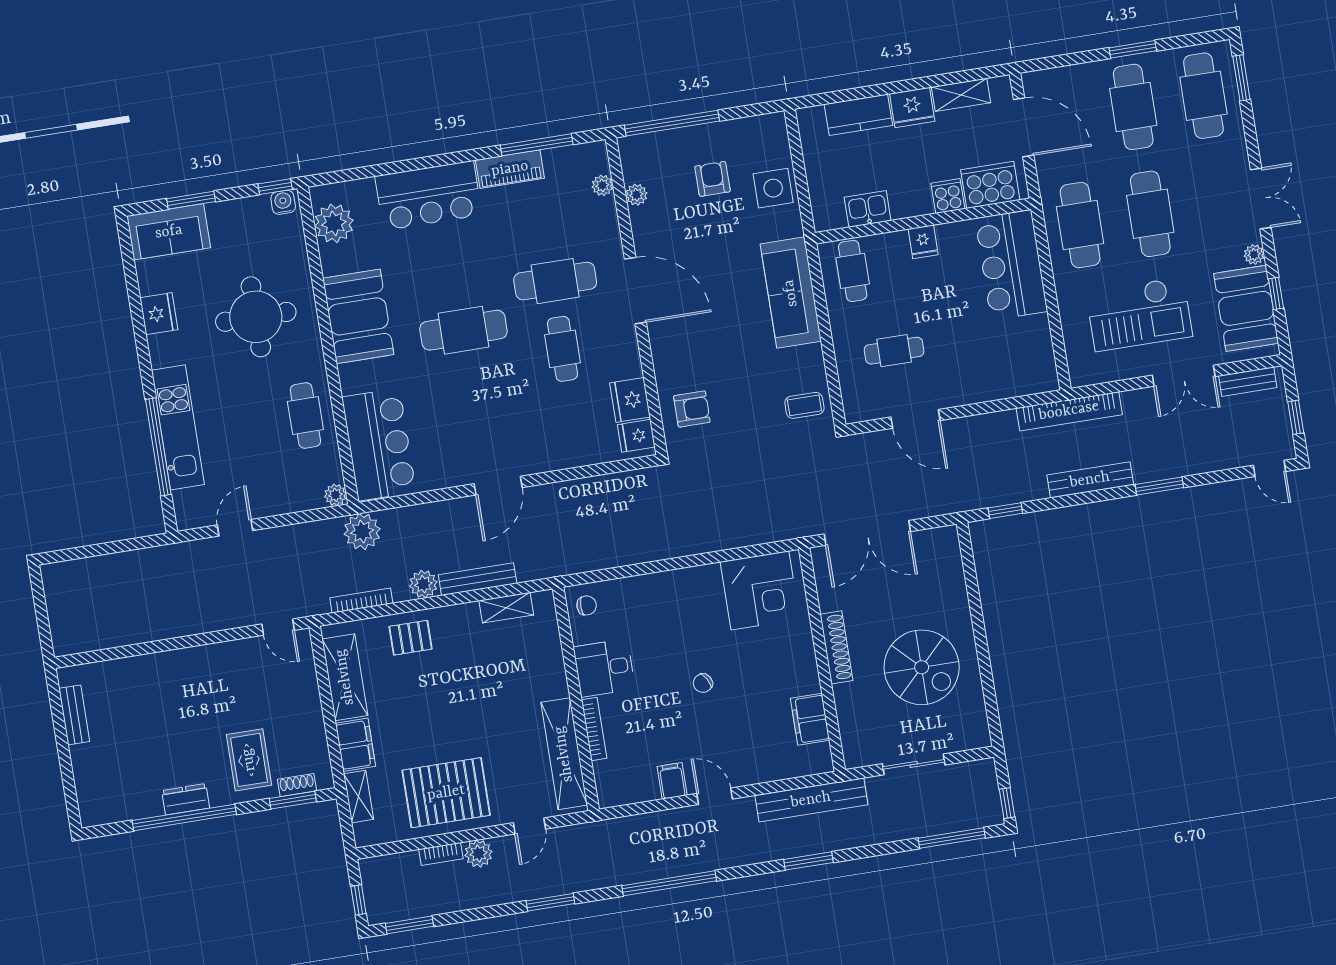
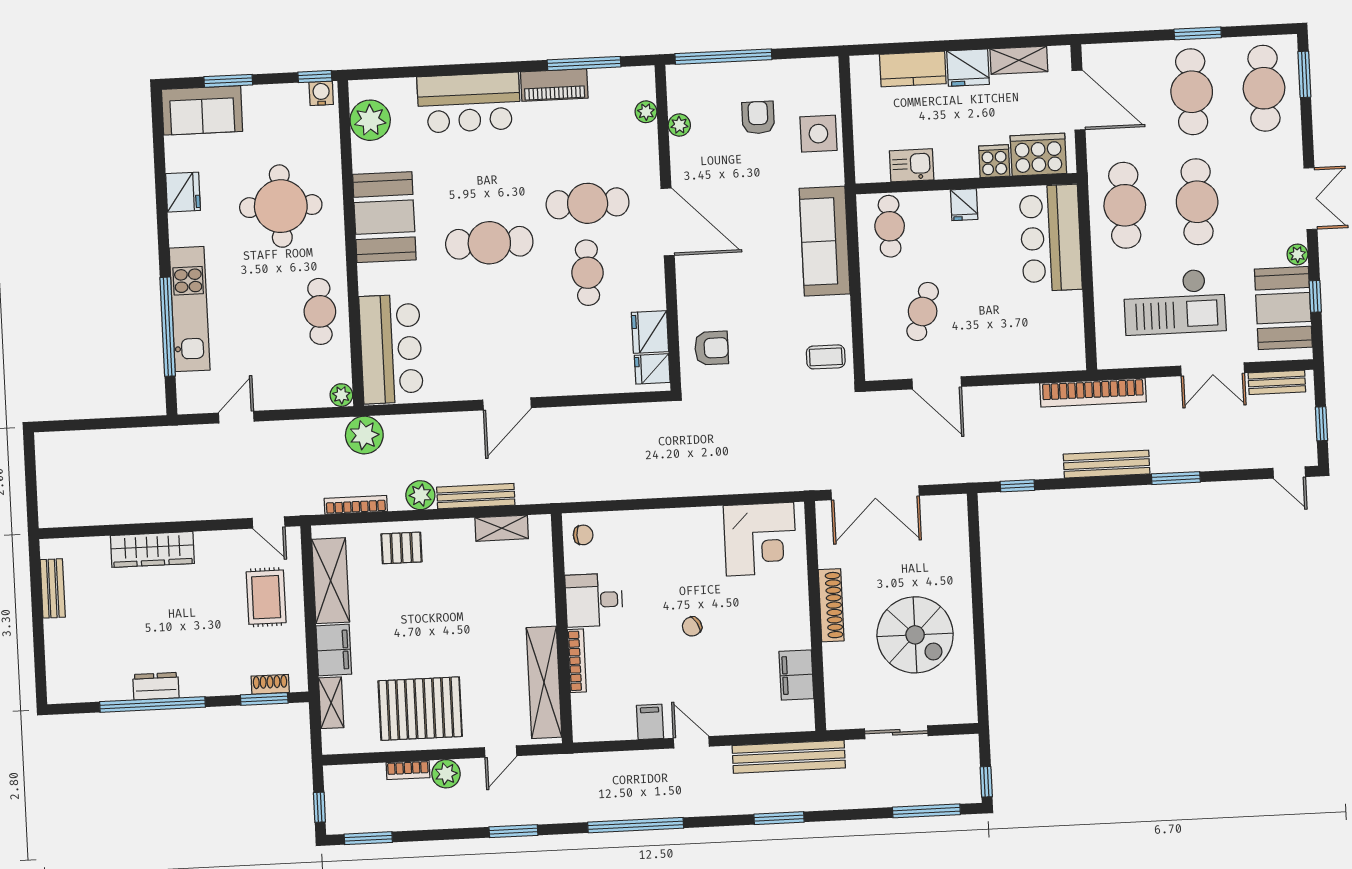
cafe table: (894, 351) -> (923, 312), turned -71
wardrobe: (167, 666) -> (152, 549), added
rug: (249, 760) -> (266, 597), moved

